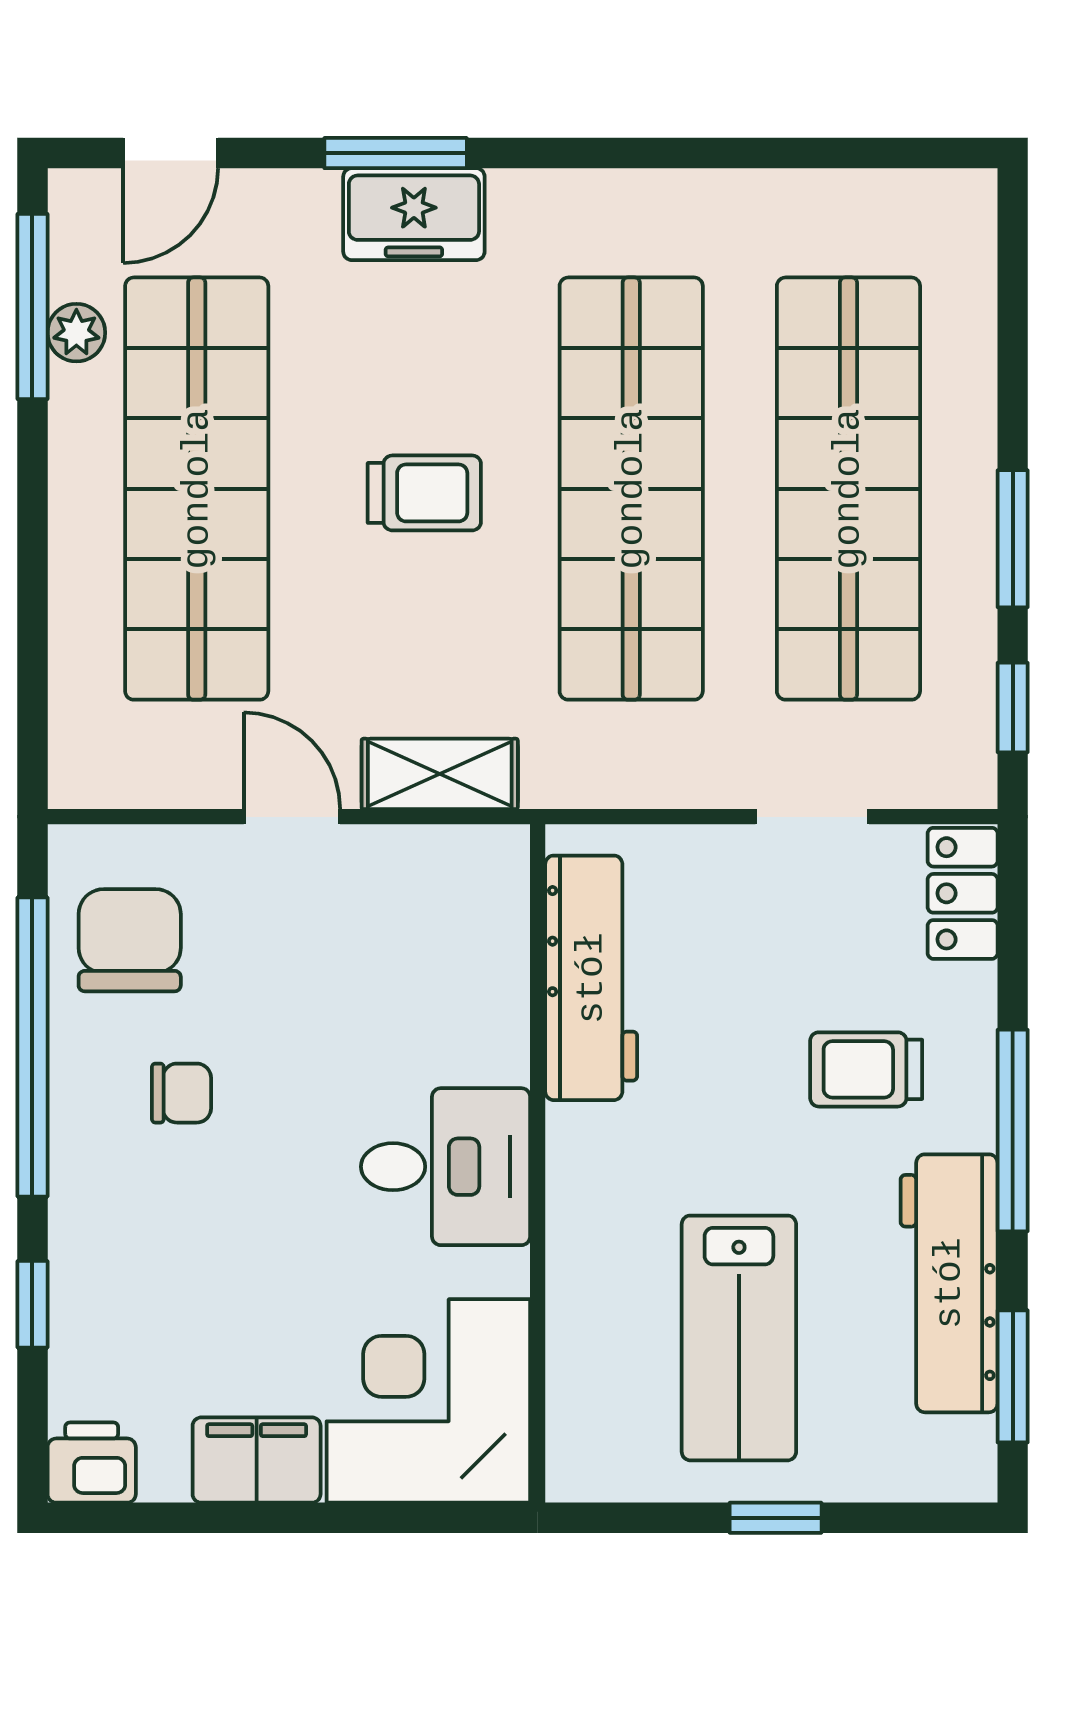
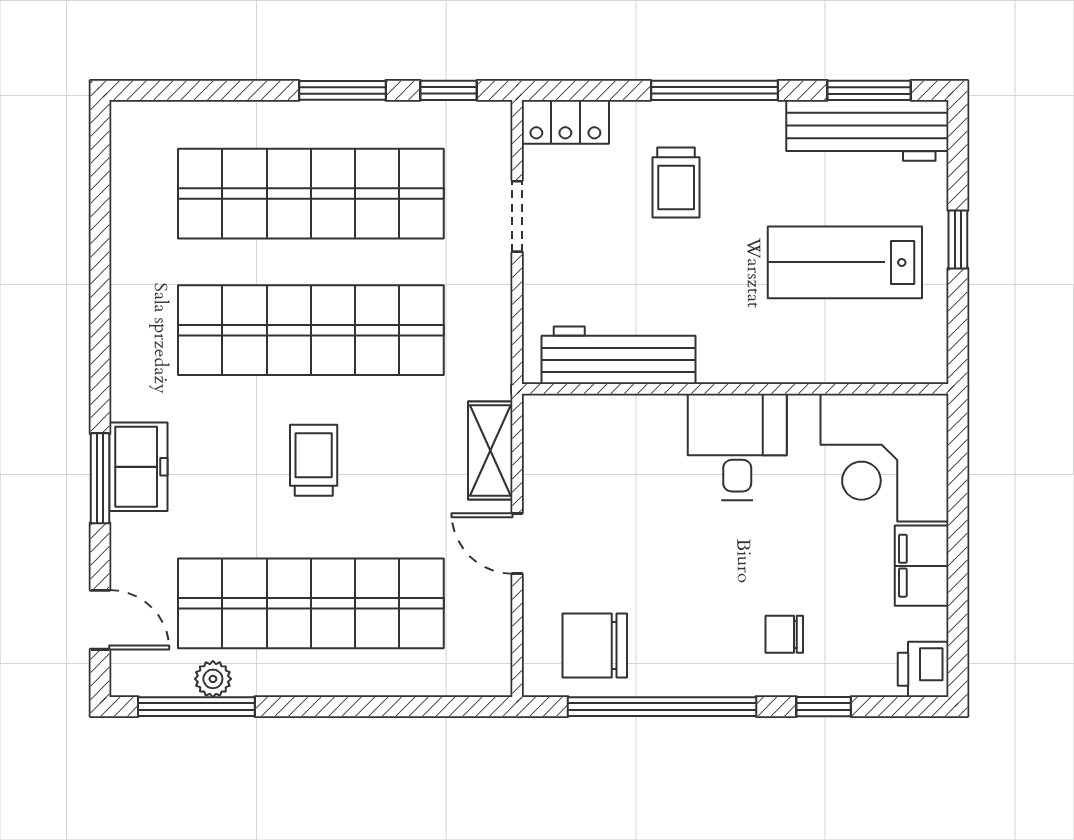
door: (292, 817) -> (517, 543), hinge flipped
chair: (181, 1093) -> (784, 634), moved, turned -90
workbench: (949, 1283) -> (867, 130), moved
lab bench: (739, 1338) -> (845, 262), turned 180

